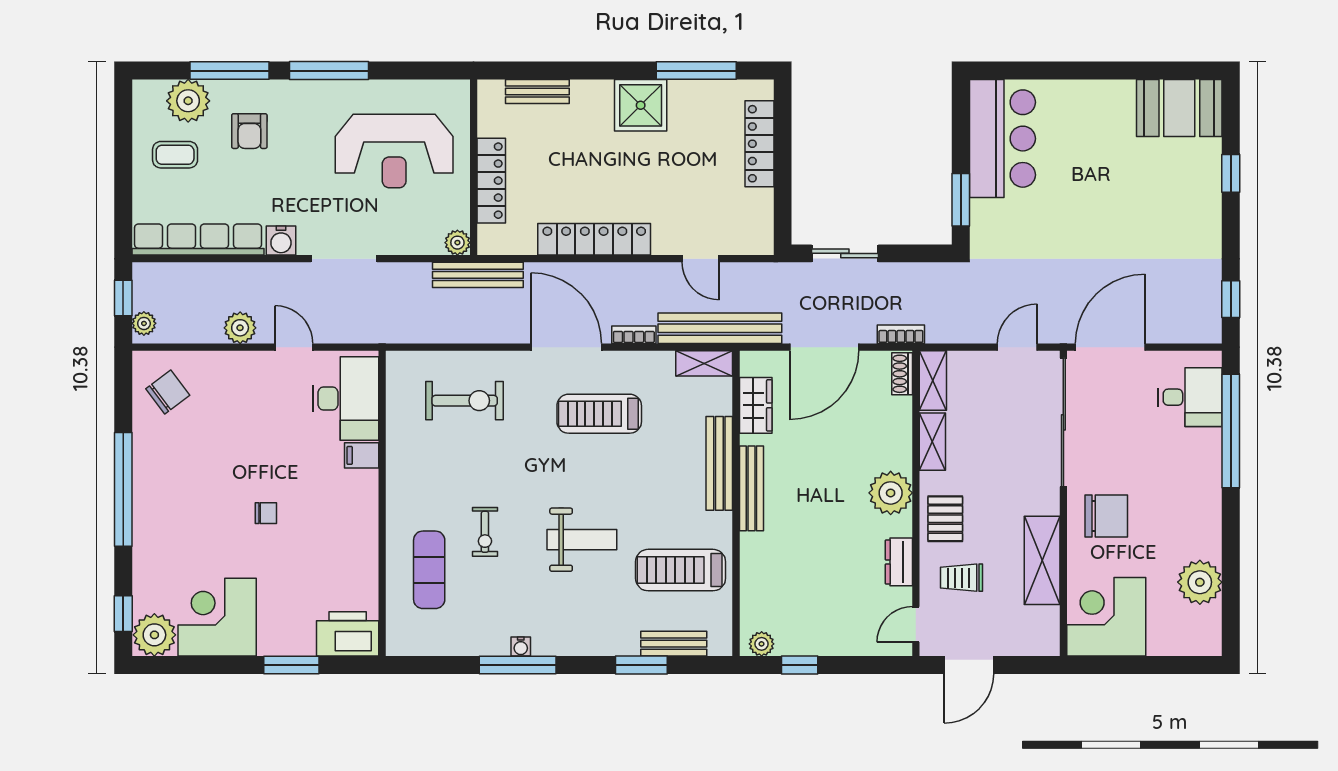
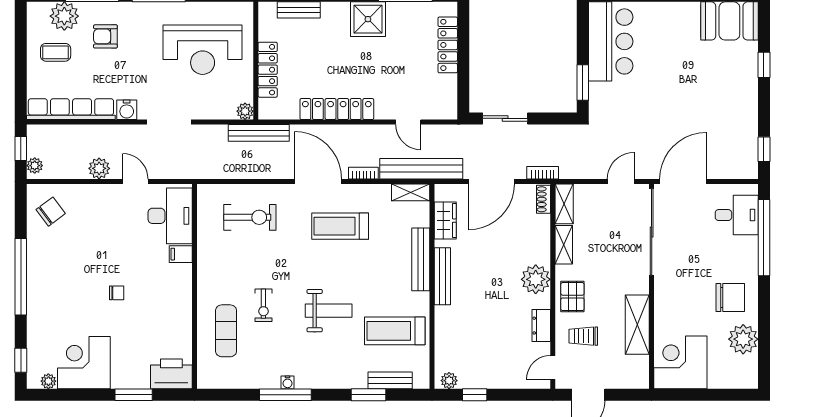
armchair: (249, 131) -> (105, 36), turned 90
chair: (1106, 516) -> (730, 298), moved
plant: (154, 635) -> (48, 381), width x0.53, depth x0.53

